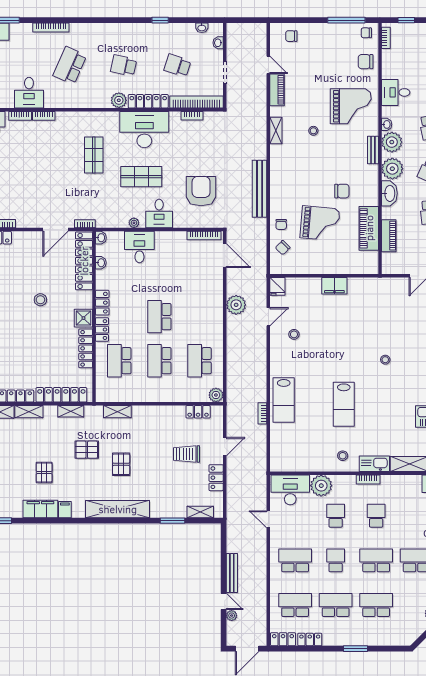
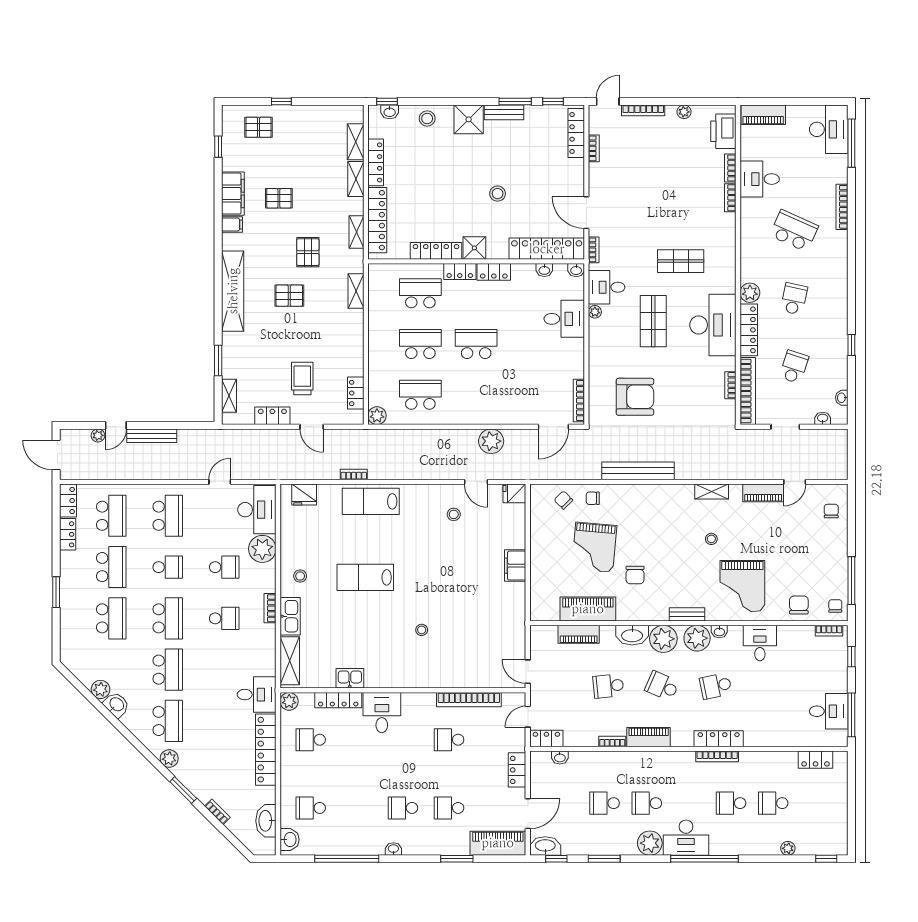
desk: (159, 214) -> (607, 287), moved
fridge: (278, 453) -> (304, 495), added

